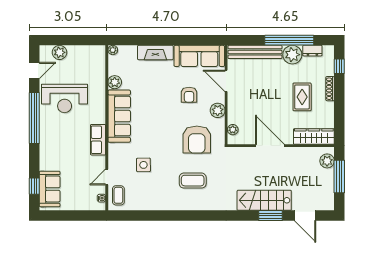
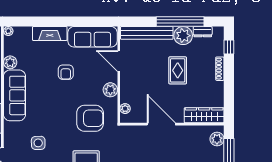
armchair: (189, 95) -> (66, 72), moved
rug: (302, 97) -> (178, 70), moved
armchair: (197, 140) -> (90, 118), turned -90

